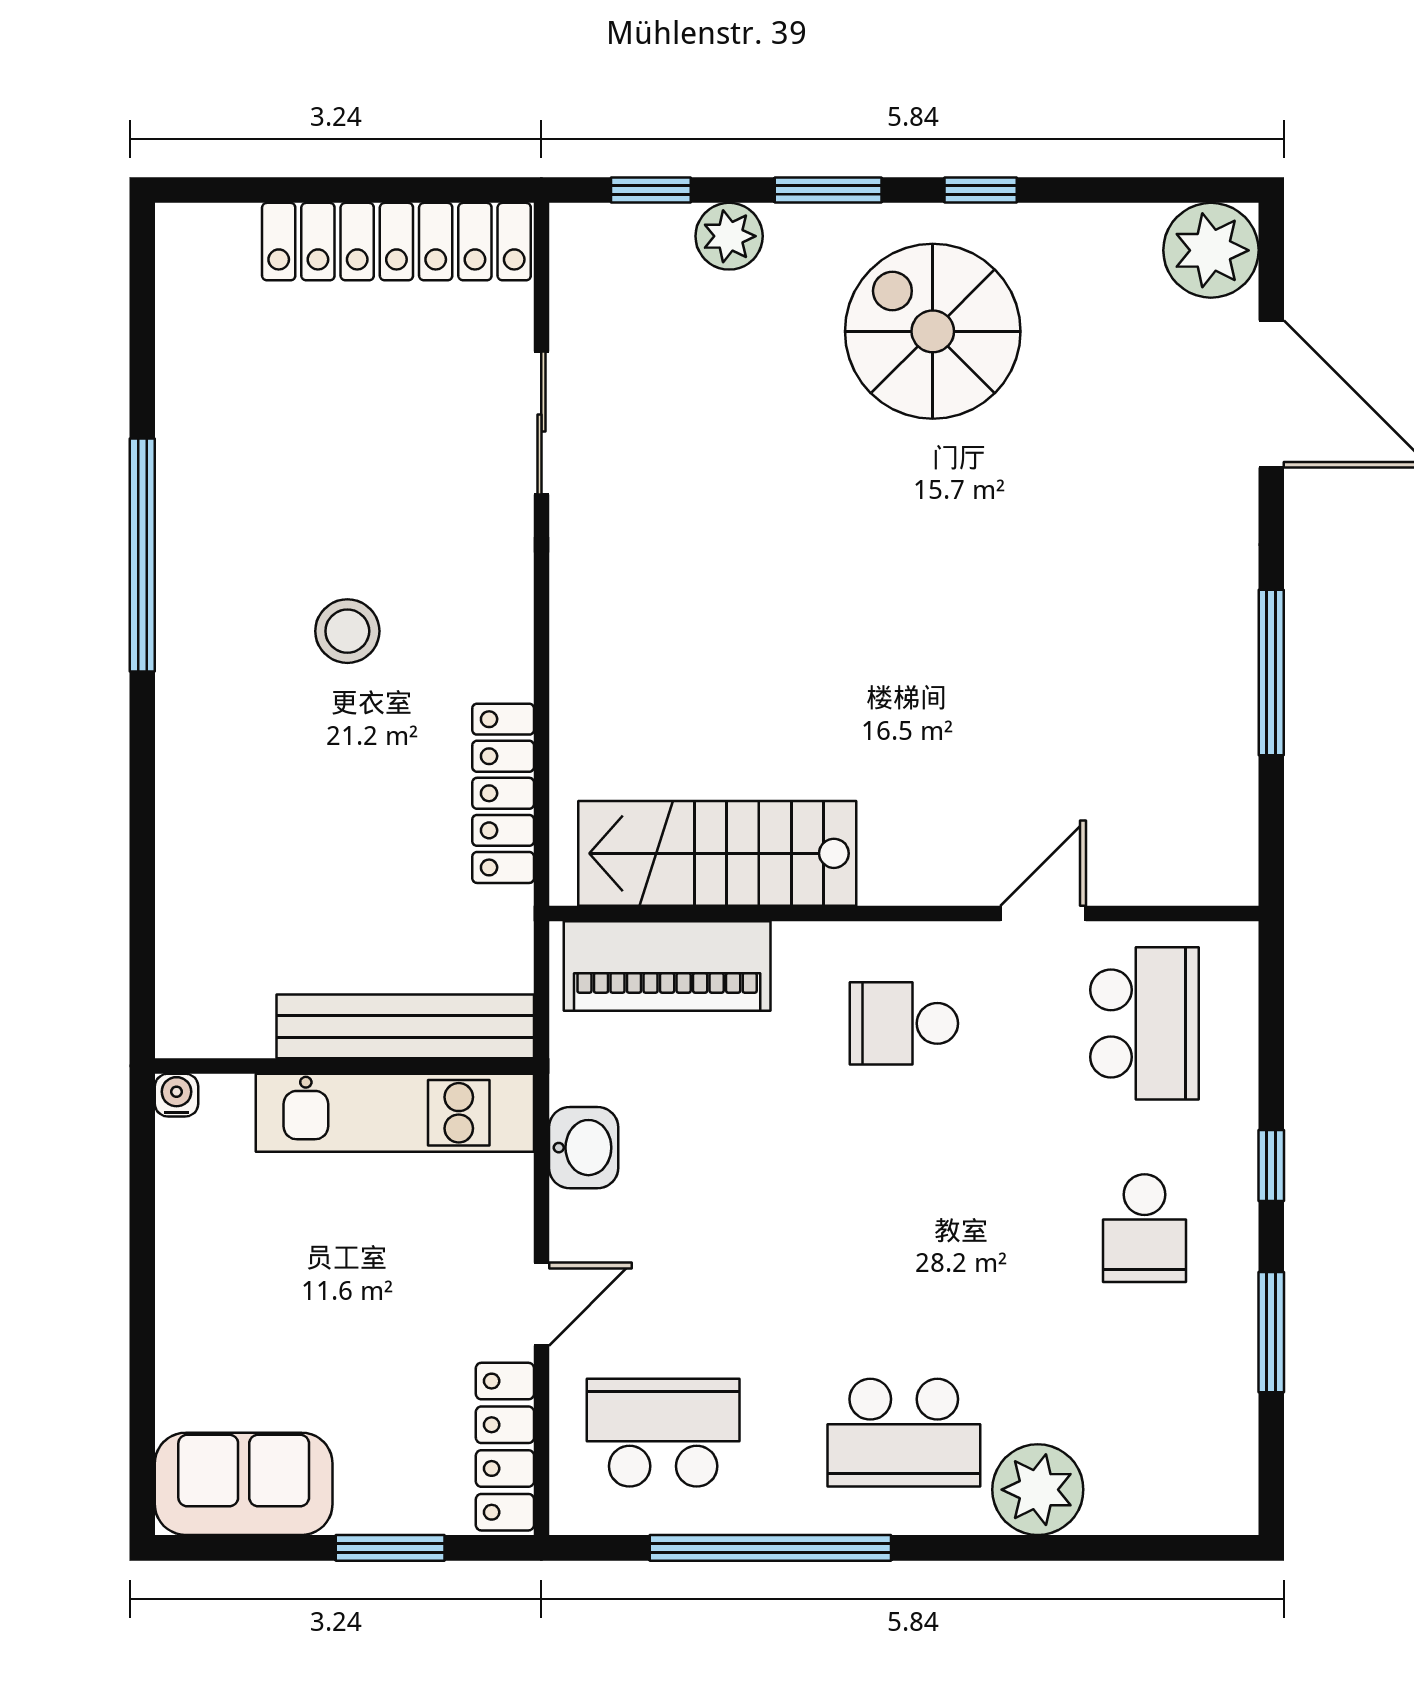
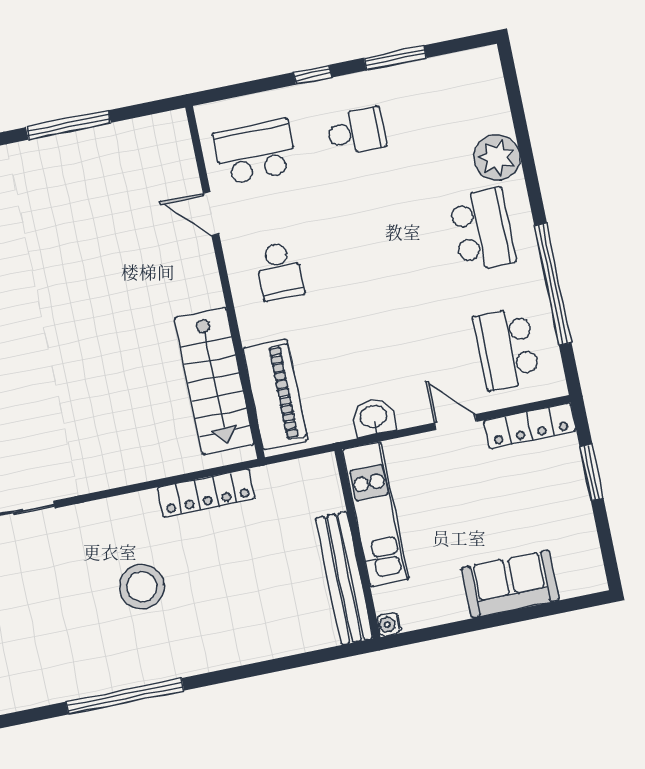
stool: (347, 631) -> (142, 587), width x1.38, depth x1.38
bench: (405, 1026) -> (344, 578), moved
sofa: (244, 1484) -> (510, 584), moved, turned 90

